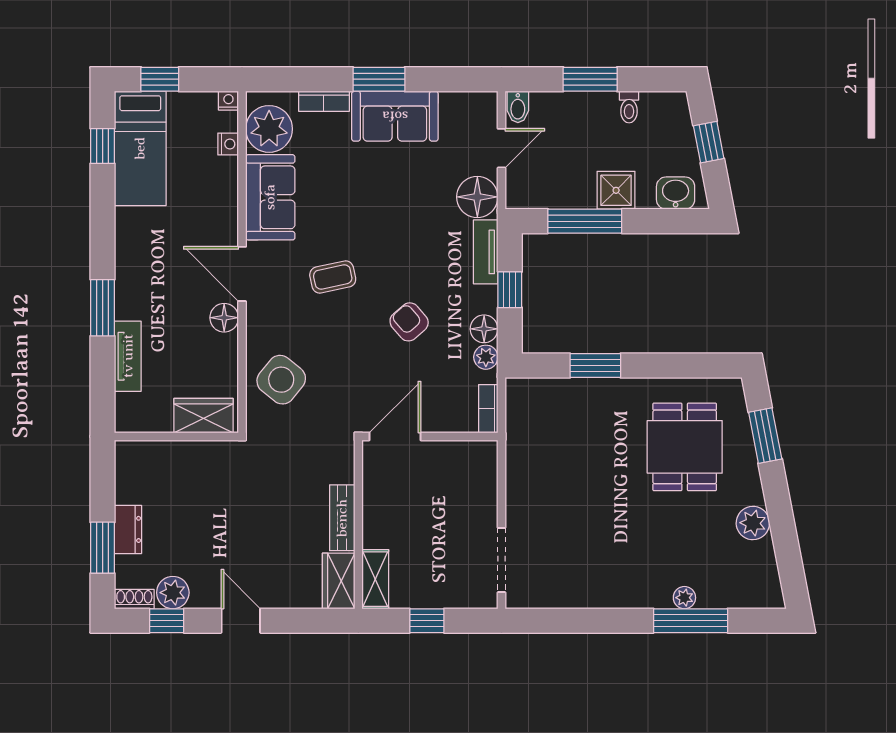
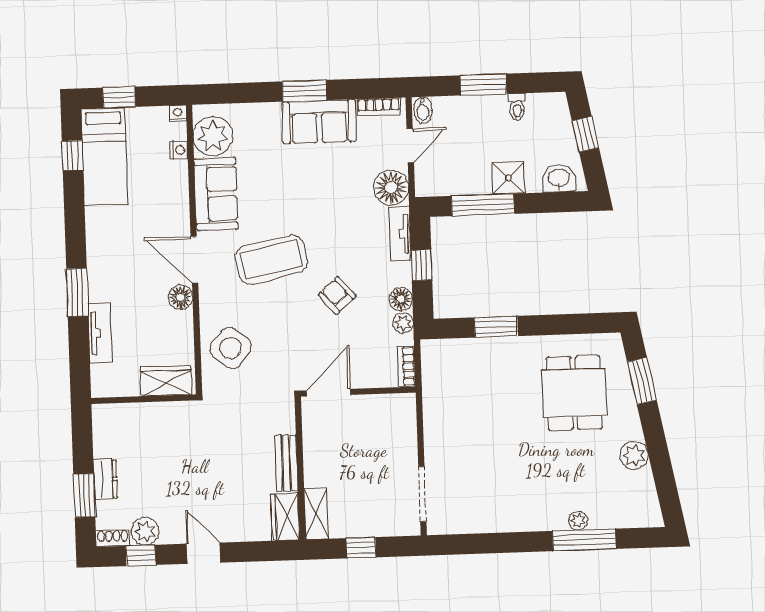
bookcase: (324, 101) -> (379, 107), moved
coffee table: (333, 277) -> (271, 260), width x1.86, depth x1.72

